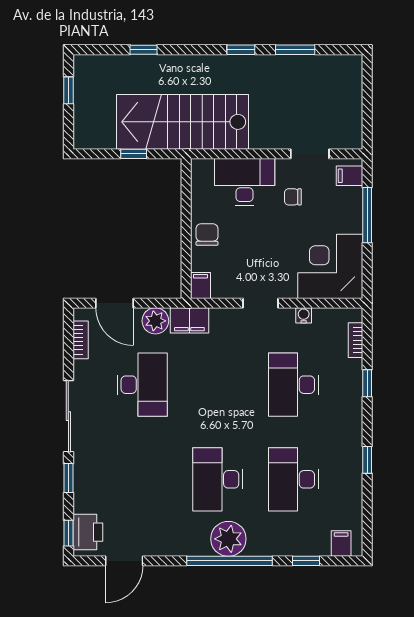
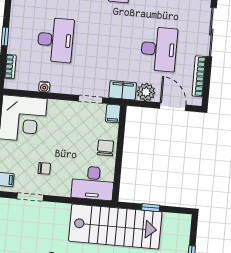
desk: (245, 182) -> (93, 183), moved
chair: (207, 235) -> (105, 148), turned 180
doorway: (261, 303) -> (91, 99), moved
bookcase: (81, 340) -> (199, 76), width x1.56
desk: (142, 385) -> (159, 49), turned 180

